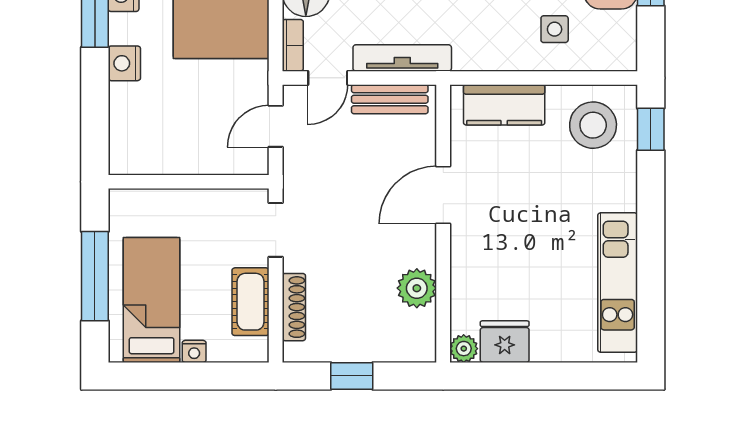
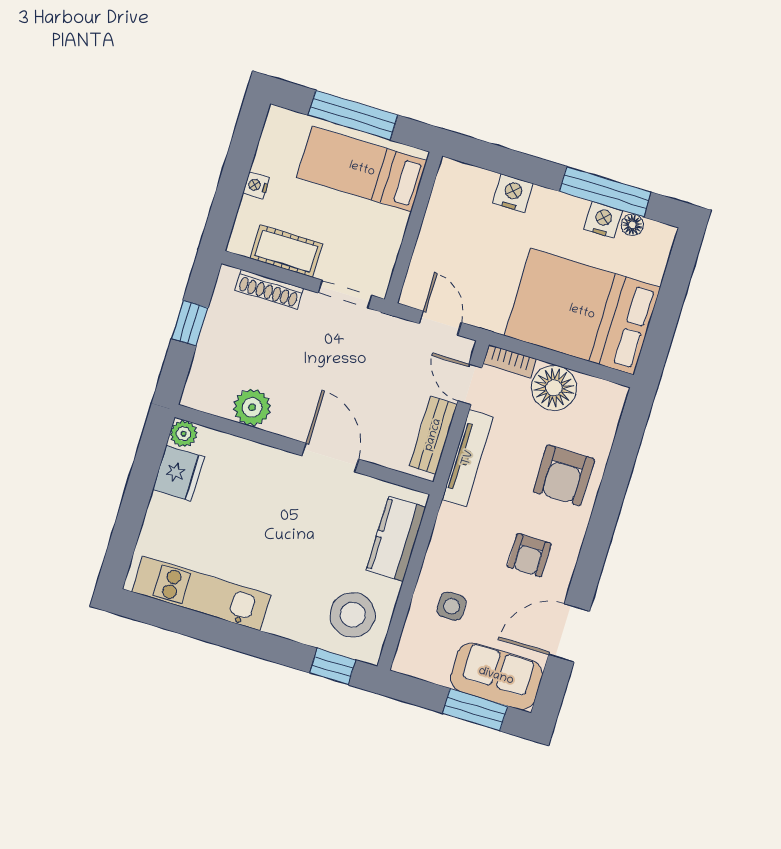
nightstand: (124, 63) -> (513, 193), moved
bed: (152, 300) -> (362, 169), moved, turned 180

